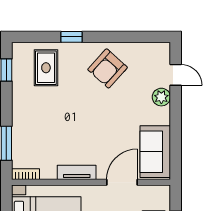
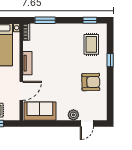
rug: (46, 68) -> (91, 44), turned 90
armchair: (108, 68) -> (91, 82), turned 137
door: (122, 182) -> (21, 91), hinge flipped

